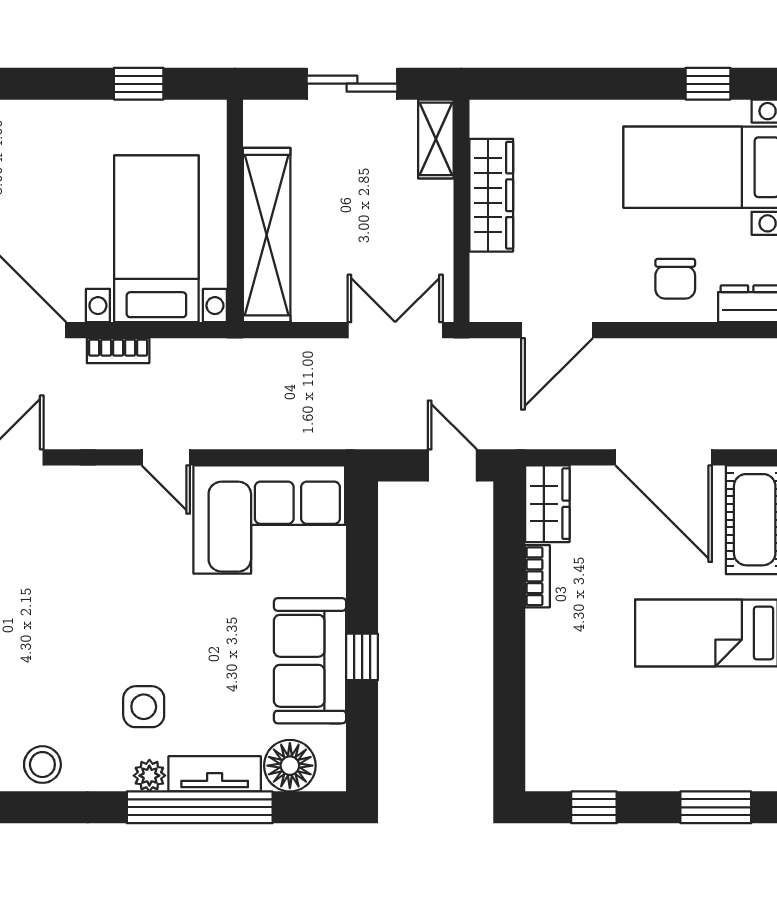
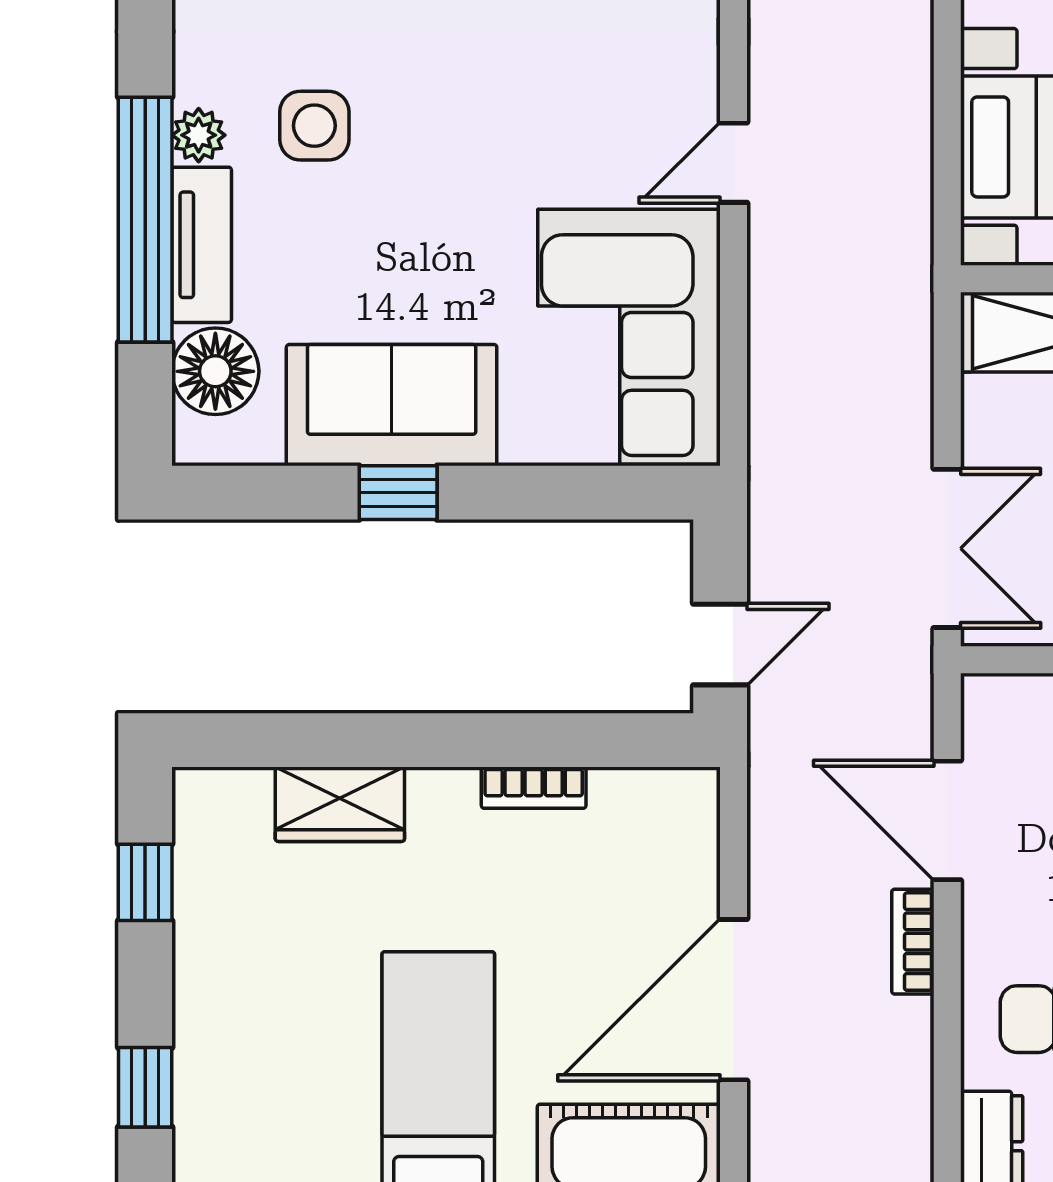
bookcase: (118, 351) -> (913, 942), moved
wardrobe: (547, 504) -> (340, 804), moved
window: (716, 807) -> (145, 1087), width x0.67

